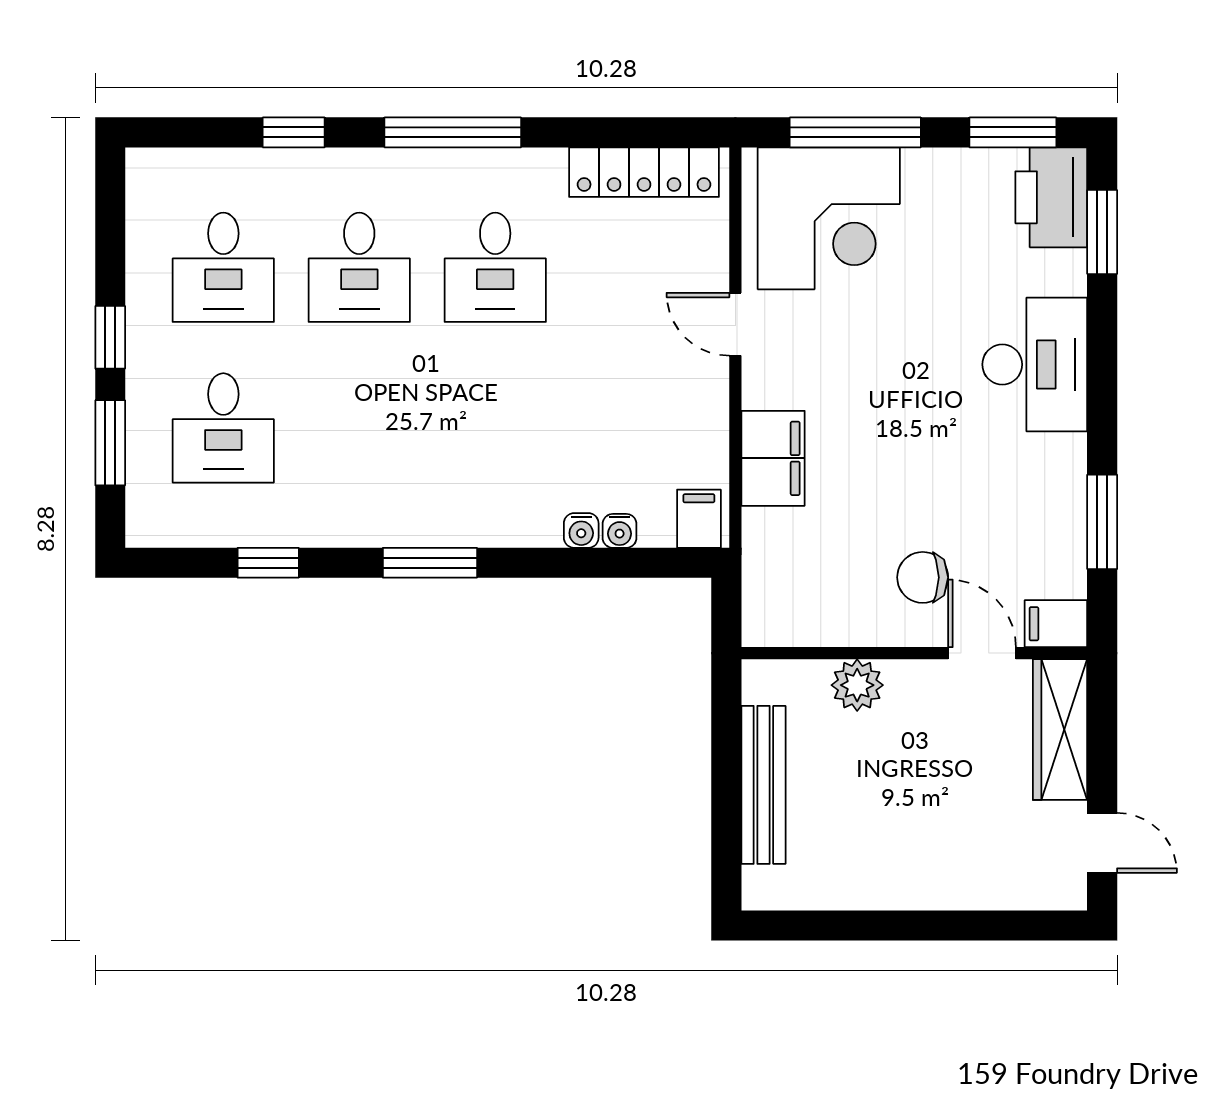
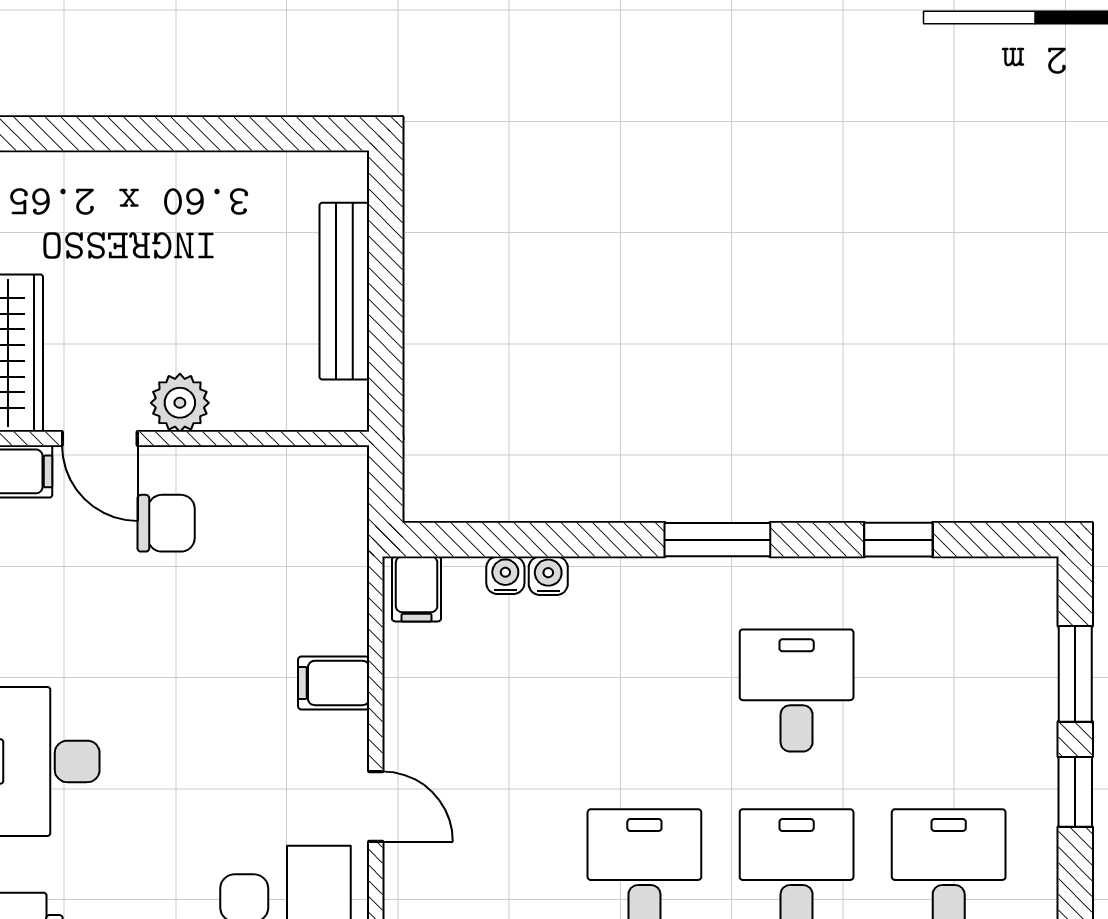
desk: (223, 428) -> (797, 690), moved
filing cabinet: (773, 458) -> (334, 683), width x0.50
plant: (857, 685) -> (180, 403), moved

